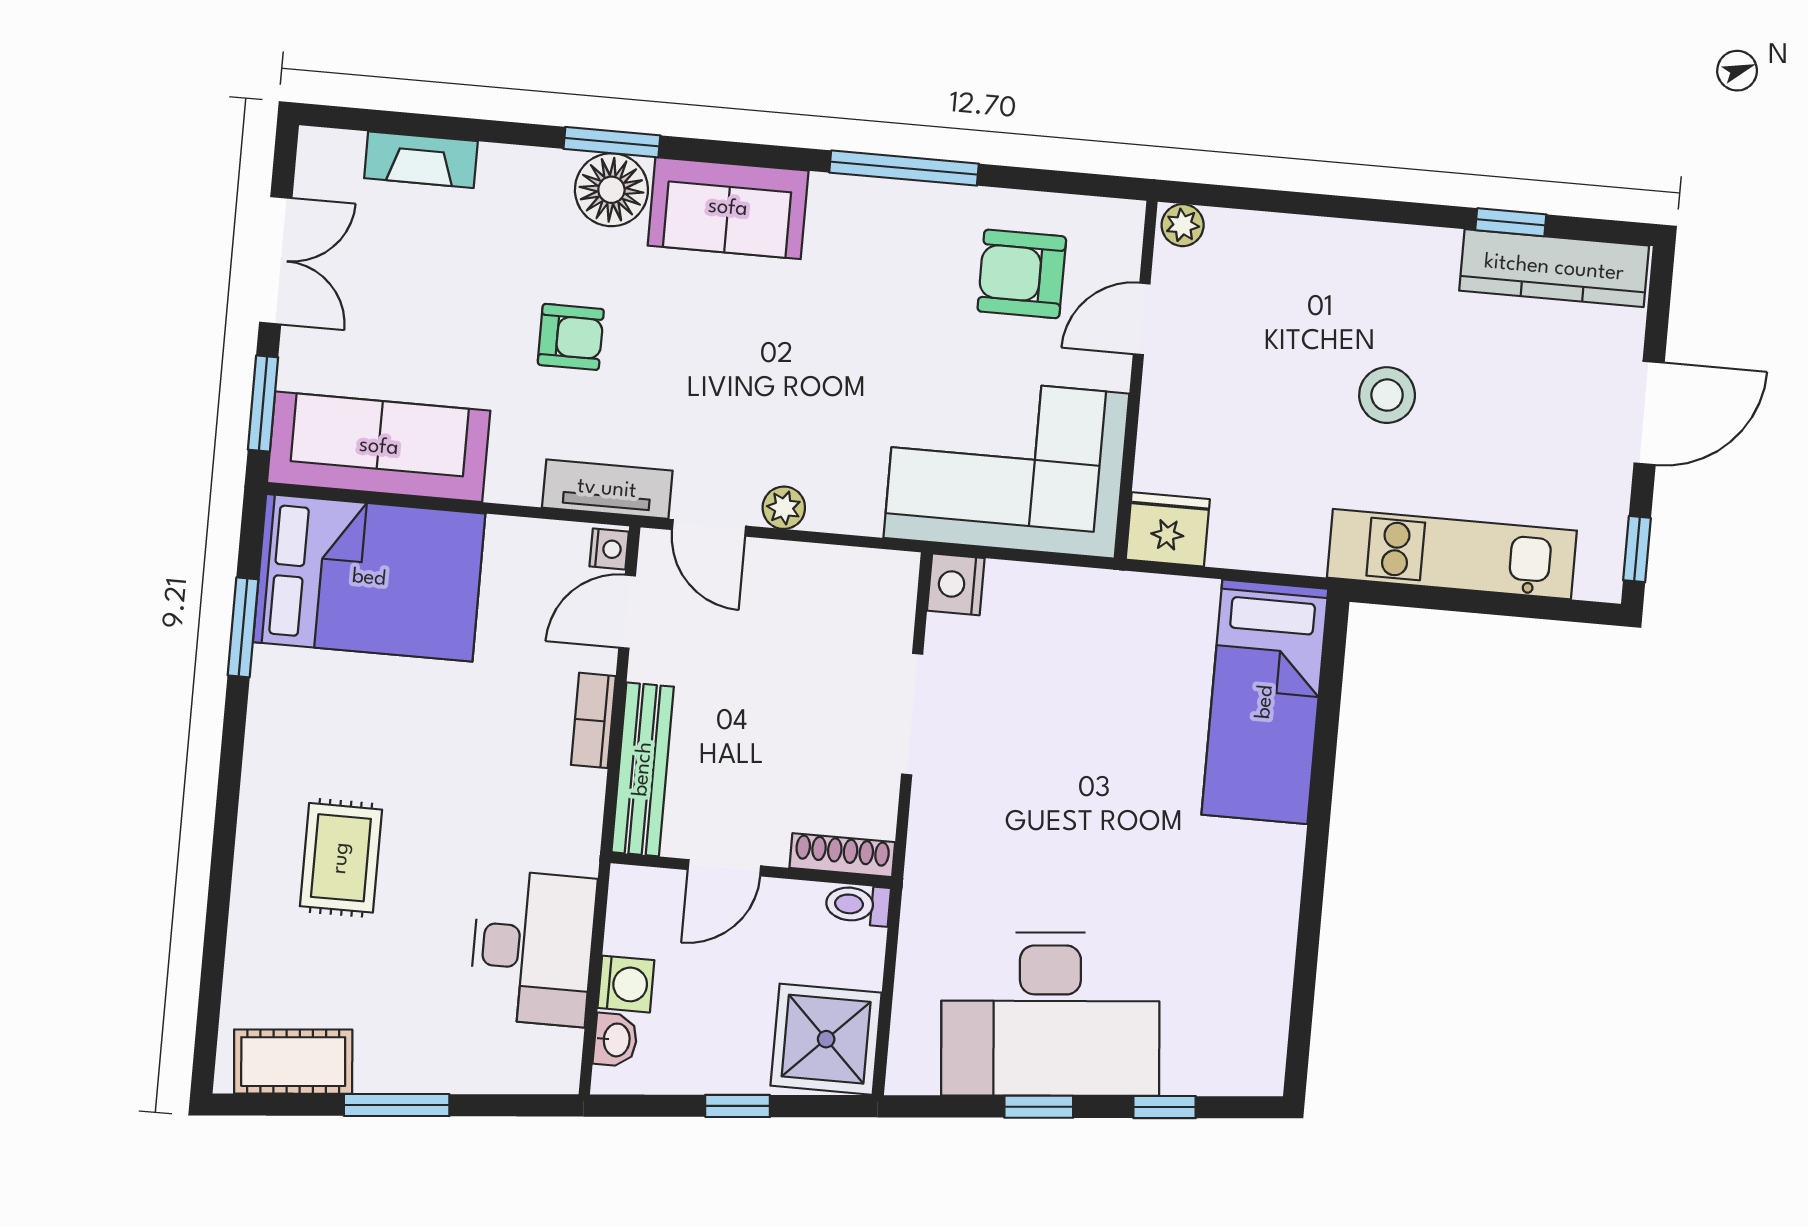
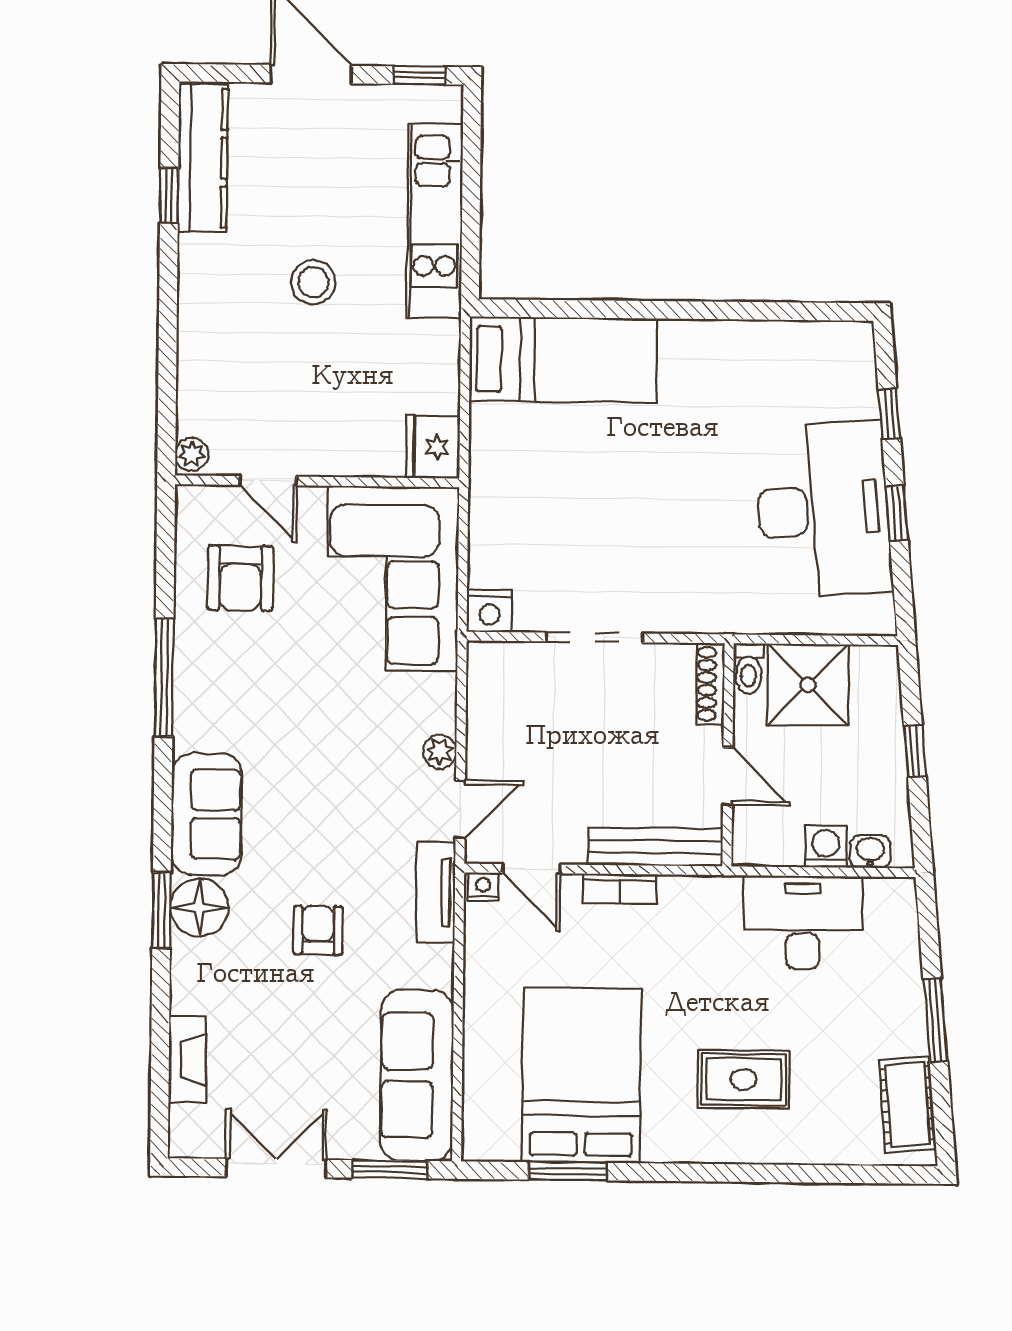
bed: (369, 578) -> (581, 1075), moved
shower: (826, 1039) -> (808, 685), moved

